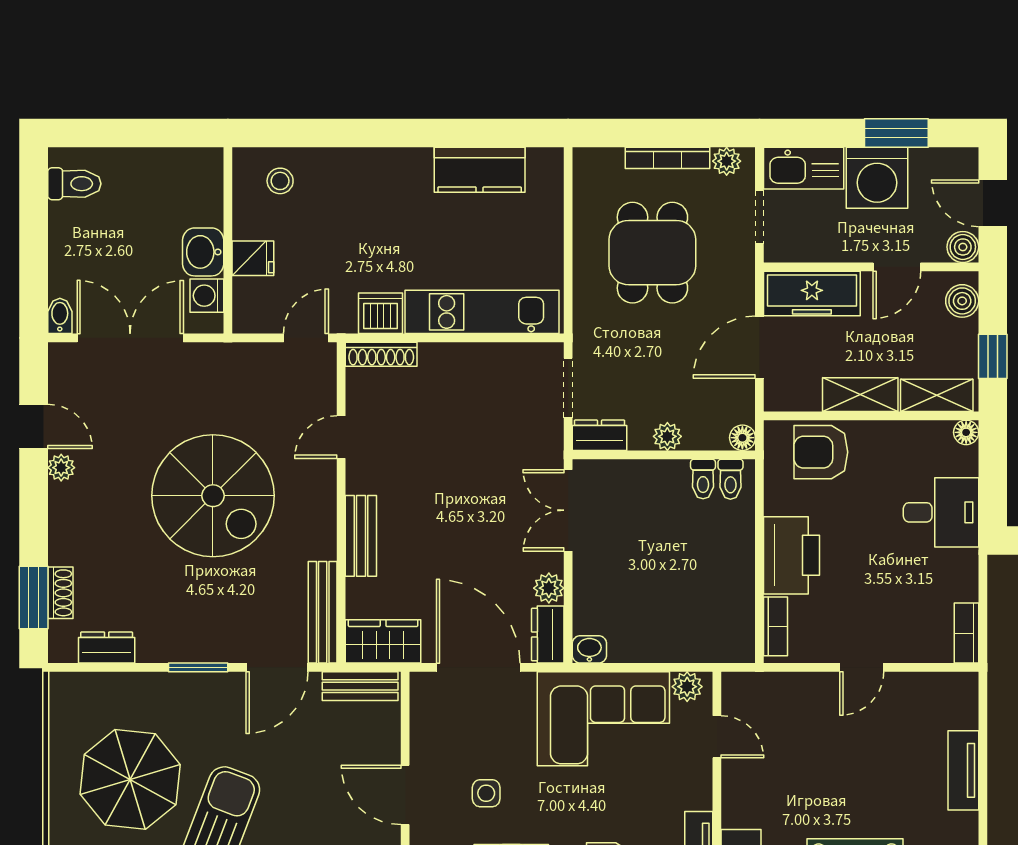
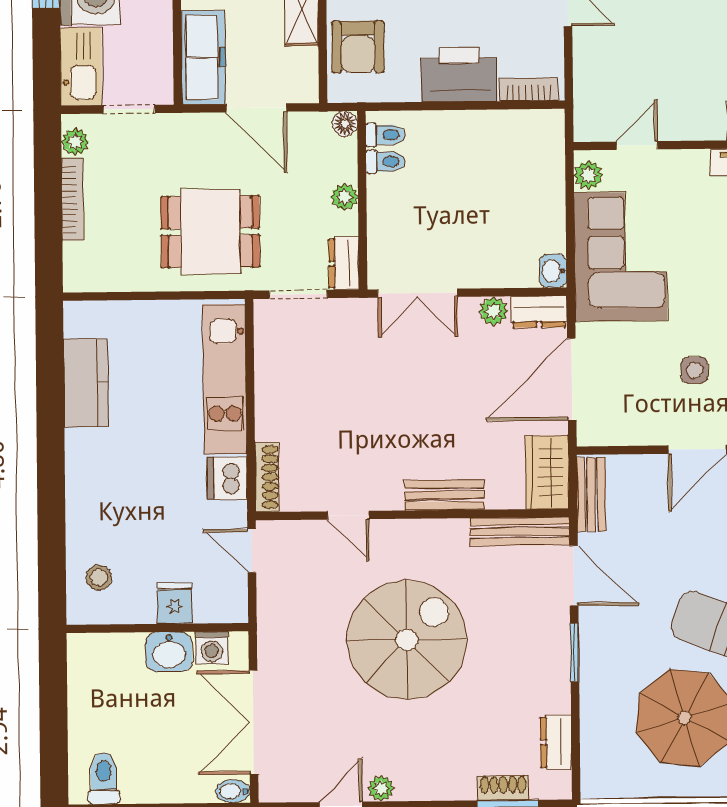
dining table: (652, 253) -> (210, 232), moved

